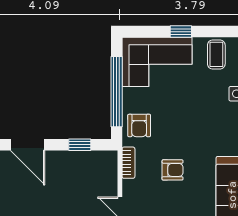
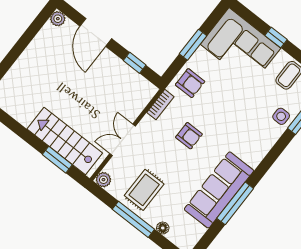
window: (117, 92) -> (193, 45), width x0.47
armchair: (139, 125) -> (190, 83), turned -90

